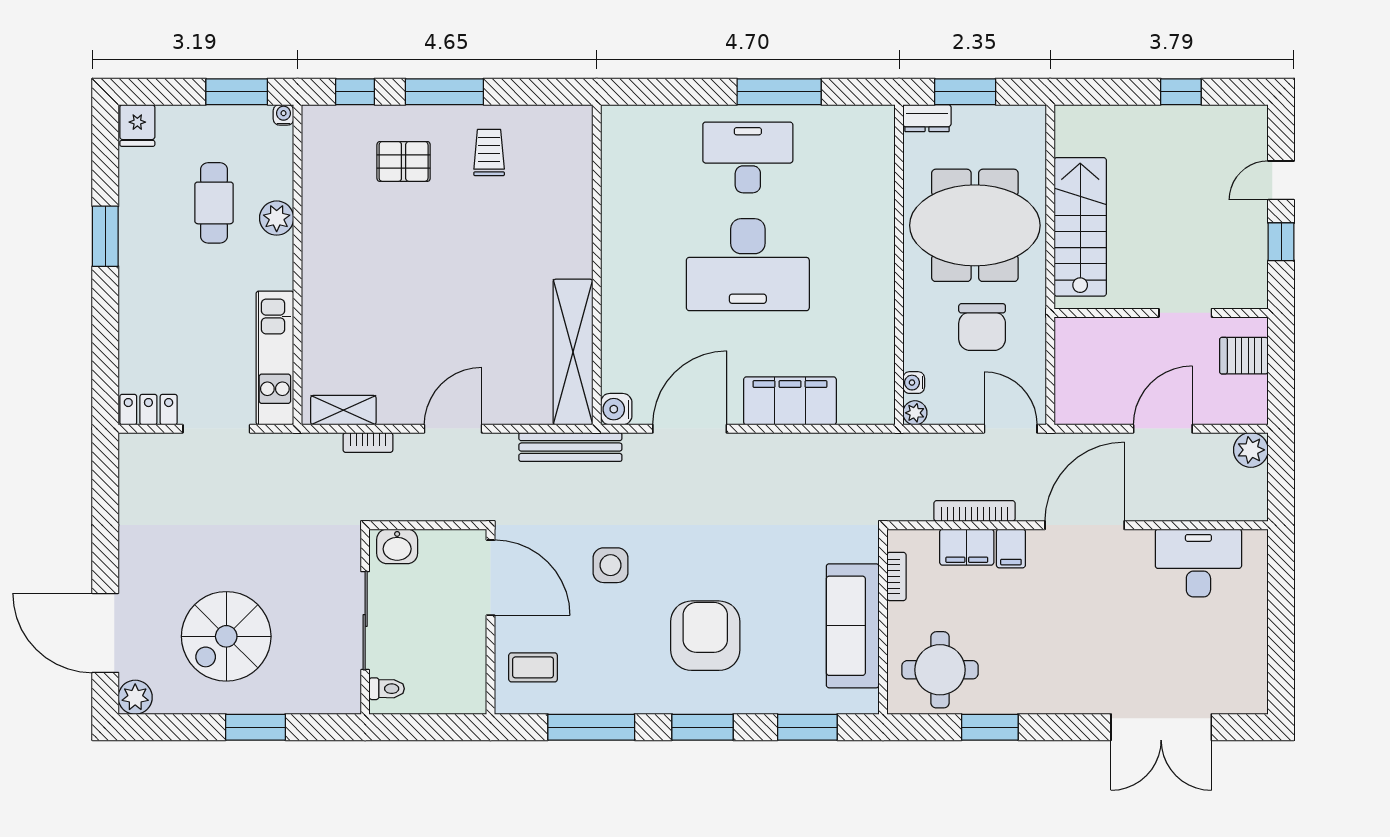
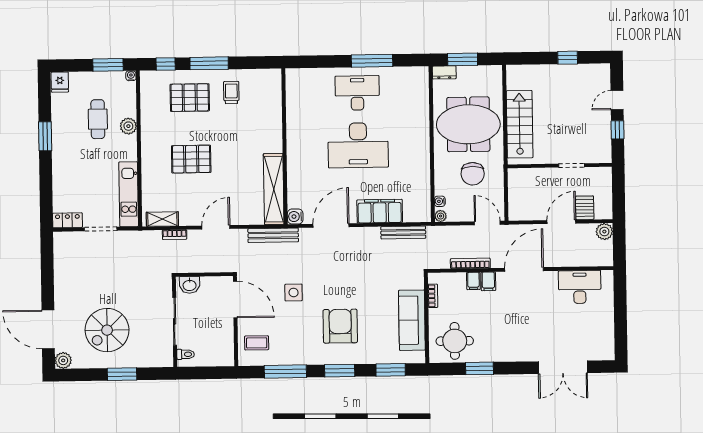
pallet: (404, 161) -> (190, 98), width x1.50, depth x1.42
pallet: (405, 288) -> (191, 159), added
server rack: (1244, 356) -> (585, 208), moved, turned 90
bench: (838, 445) -> (403, 232), added
filing cabinet: (967, 547) -> (473, 281), width x0.50

